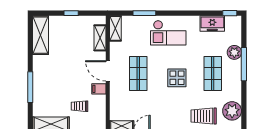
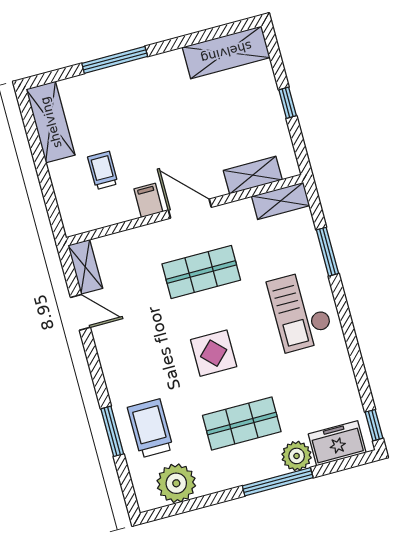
freezer: (212, 23) -> (337, 443), moved, turned 90
door: (108, 71) -> (190, 209), hinge flipped

